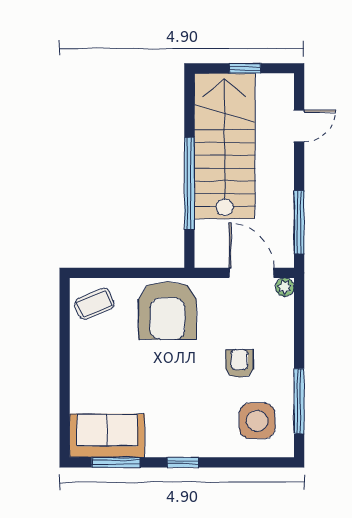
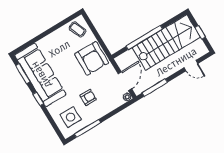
armchair: (168, 311) -> (92, 58), turned -89
sofa: (107, 436) -> (40, 75), width x1.85, depth x1.27

